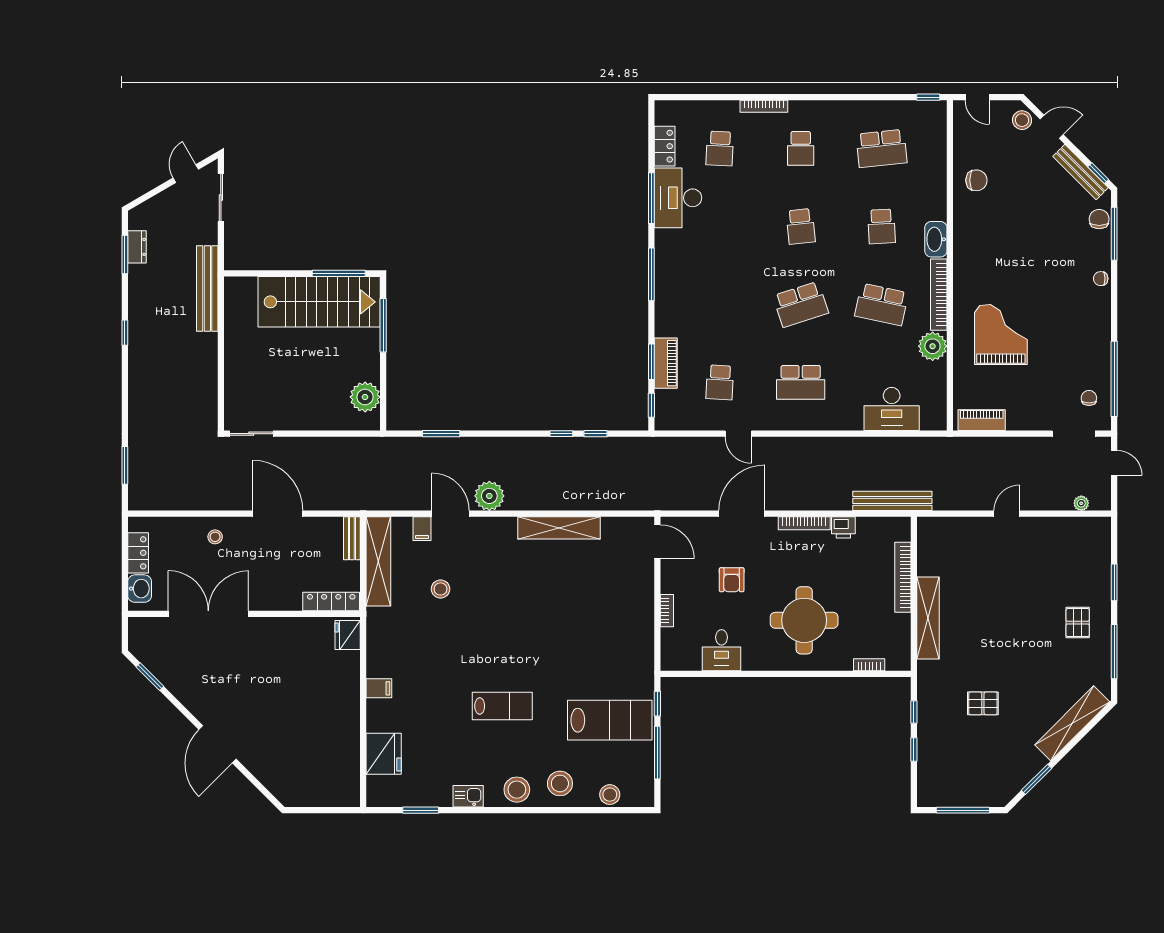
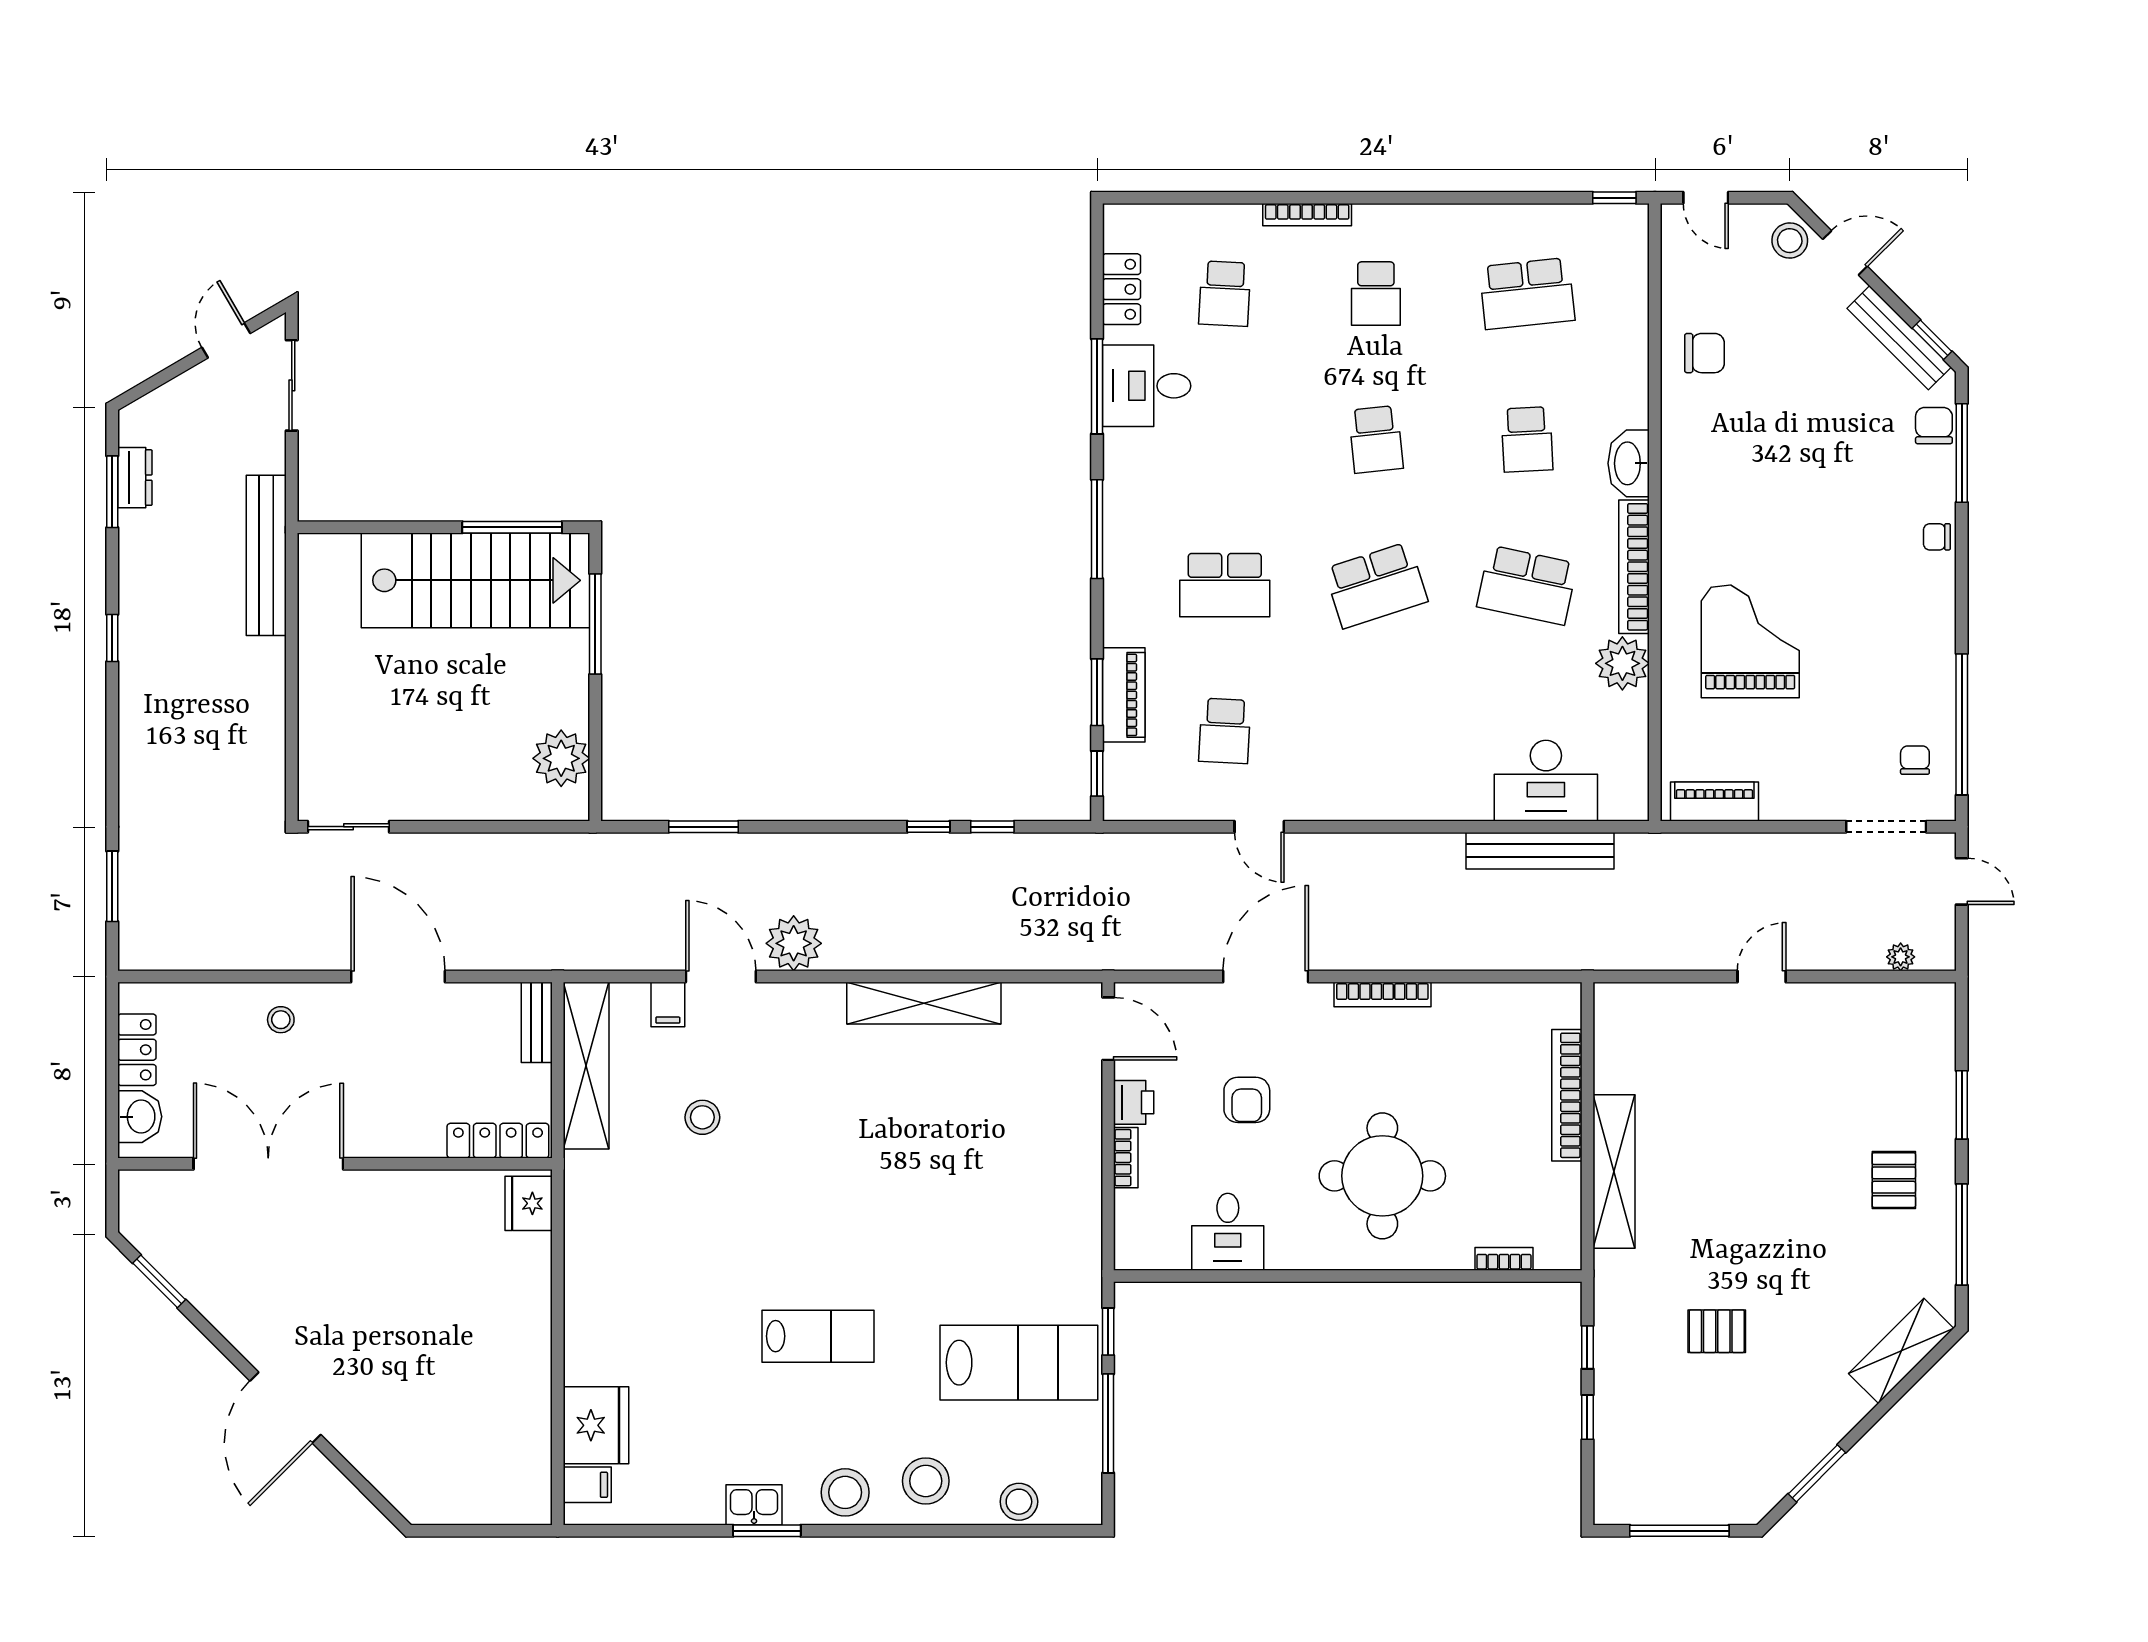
desk: (678, 198) -> (1147, 386), width x0.73
school desk: (801, 382) -> (1225, 585), moved
bench: (892, 501) -> (1540, 851), moved
printer: (843, 527) -> (1134, 1102), moved, turned -90
filing cabinet: (379, 688) -> (587, 1485), moved
shelving: (1072, 723) -> (1901, 1351), width x0.68
window: (421, 810) -> (767, 1531), moved

